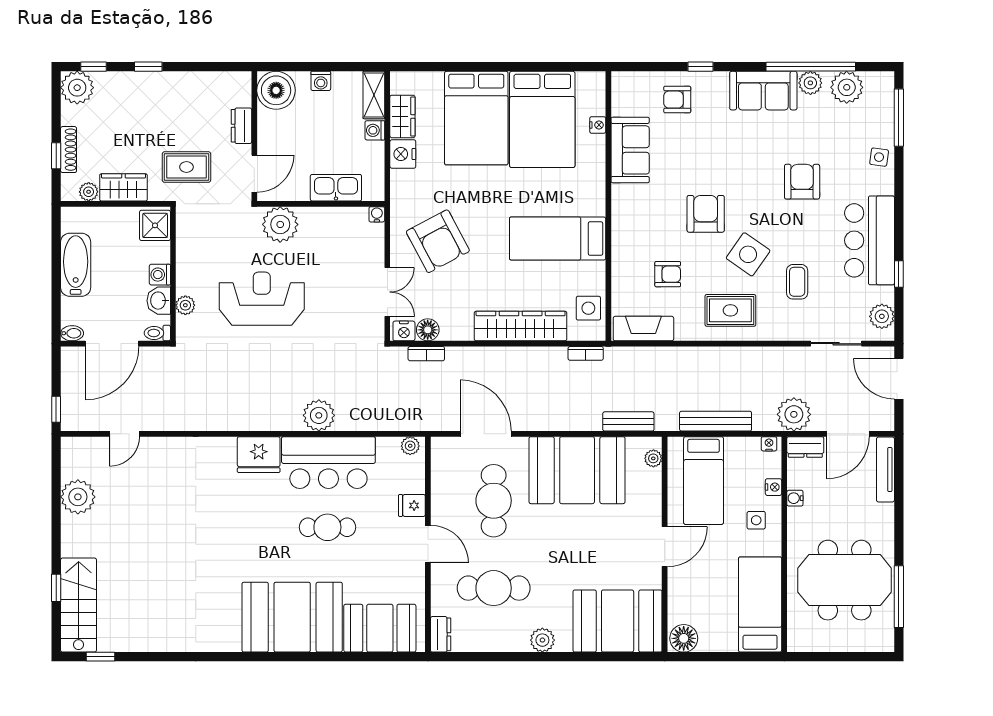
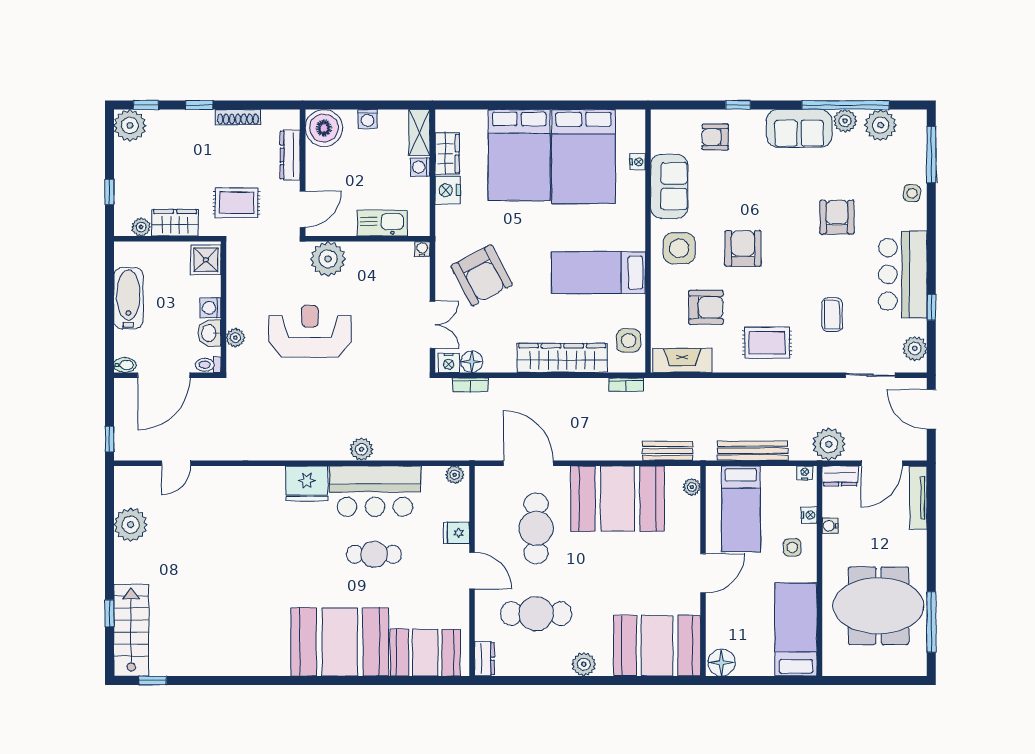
dresser: (241, 126) -> (290, 155), width x1.44
shoe rack: (69, 150) -> (238, 117), moved, turned 90
side table: (748, 254) -> (679, 248), moved, turned -35
armchair: (668, 274) -> (706, 307), width x1.38, depth x1.38
plant: (319, 415) -> (361, 449), width x0.73, depth x0.73

